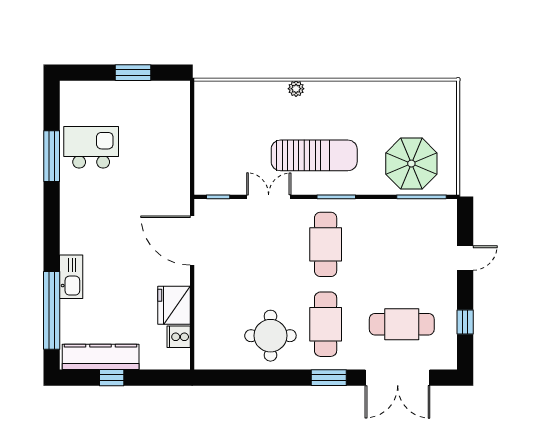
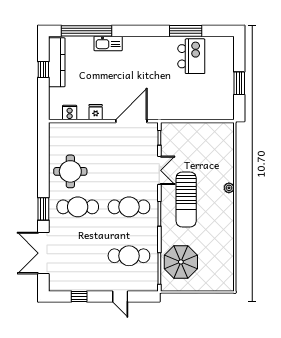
fridge: (174, 305) -> (96, 112), width x0.53, depth x0.75
cafe table: (402, 324) -> (129, 256), moved, turned 90

